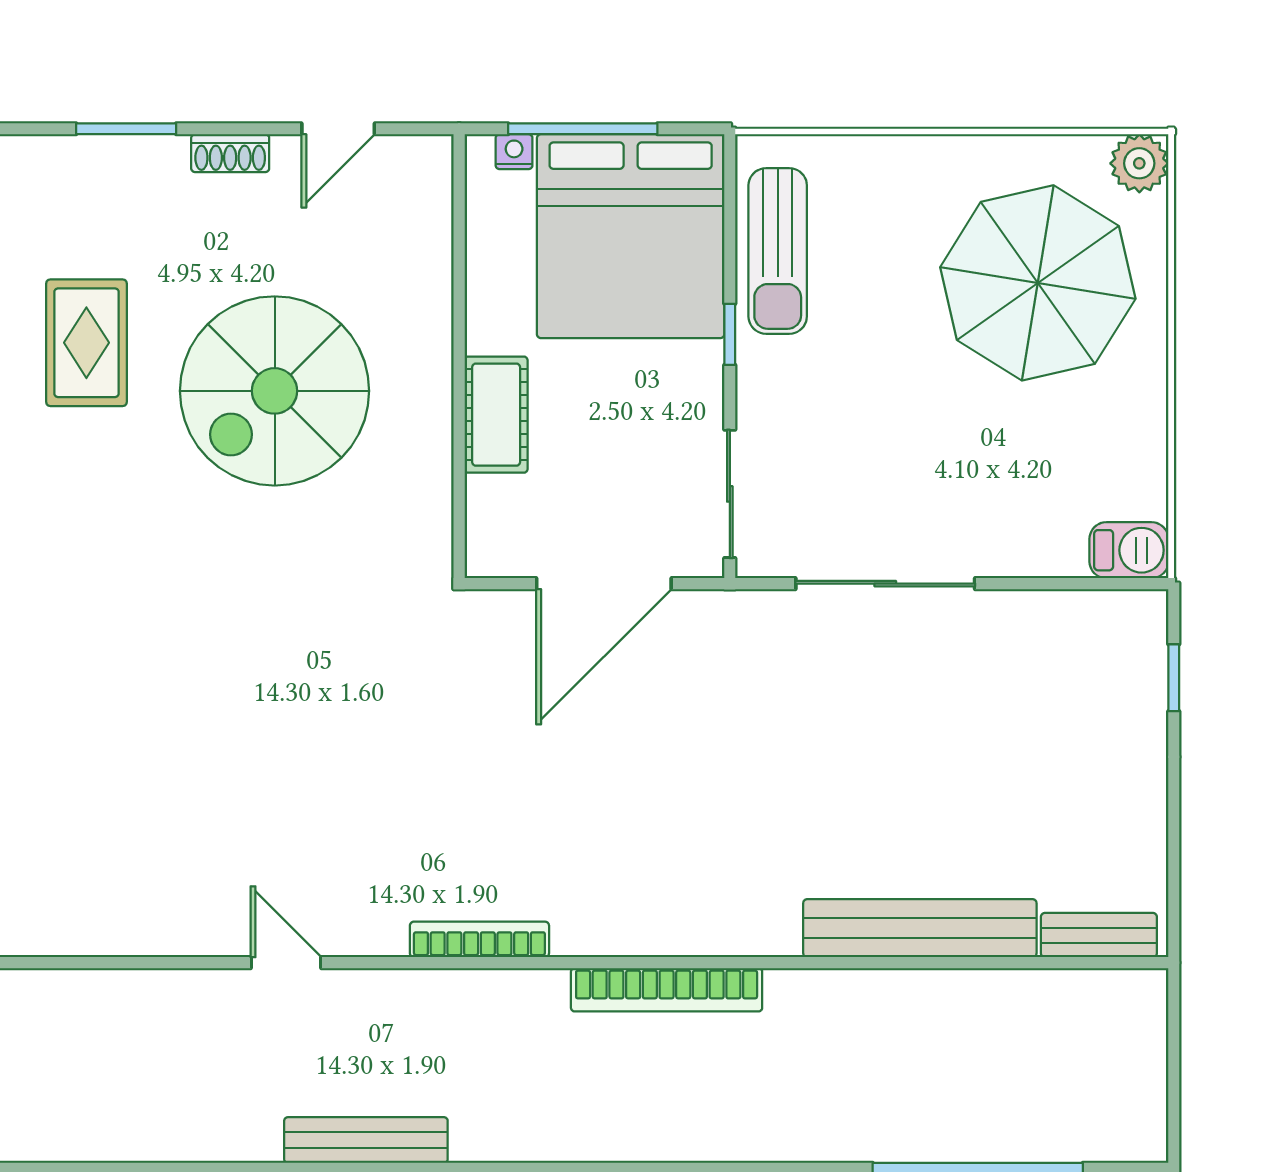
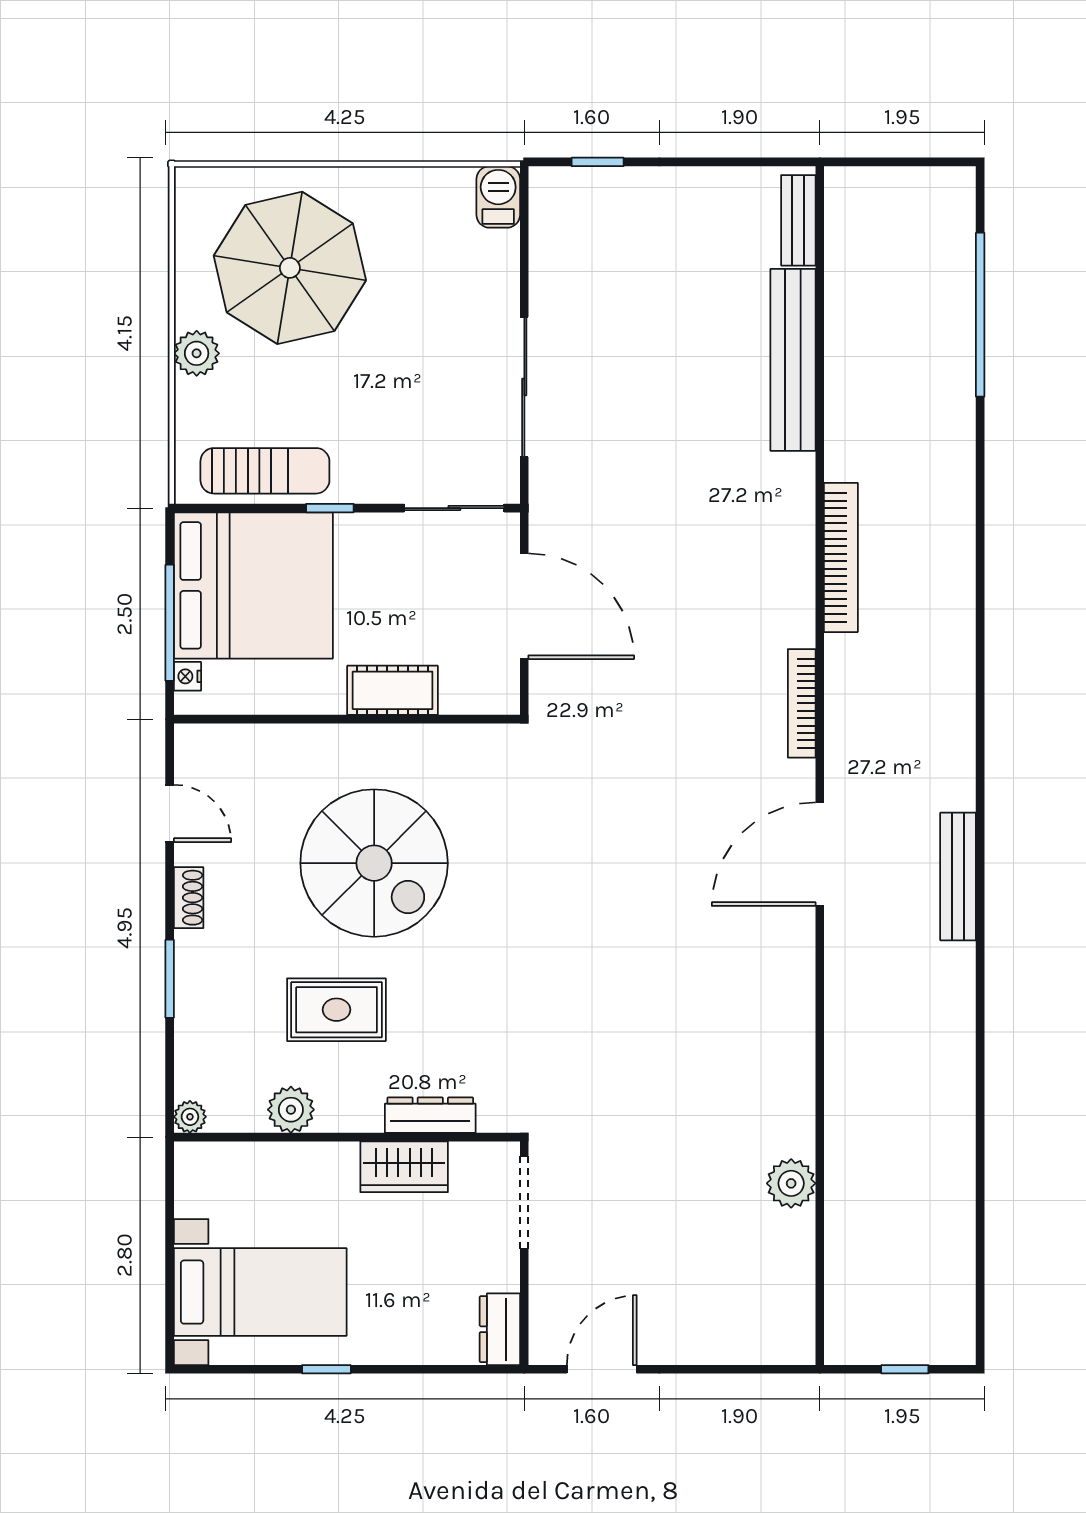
plant: (1139, 163) -> (197, 353), moved
door: (286, 963) -> (820, 854), width x1.88
bench: (366, 1140) -> (958, 877), moved

